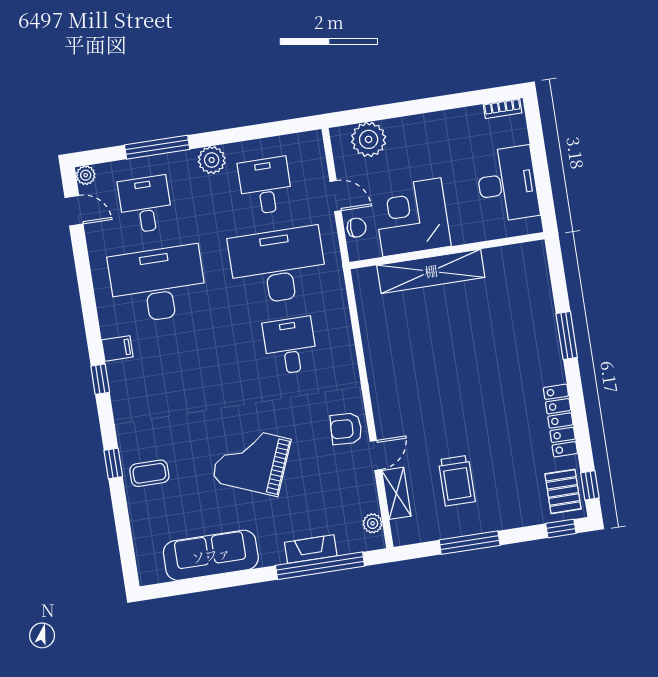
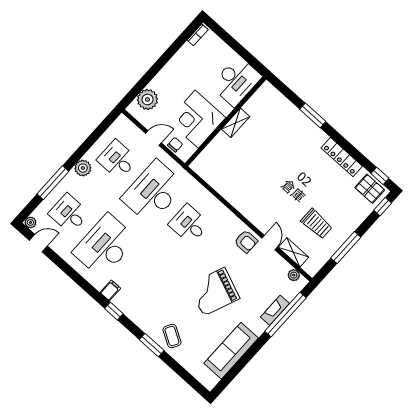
desk: (507, 184) -> (236, 81), moved, turned 90
shelving: (431, 271) -> (236, 123), width x0.45, depth x0.75
armchair: (346, 429) -> (246, 241), turned -93
window: (113, 464) -> (152, 345), width x1.50
coffee table: (149, 473) -> (172, 336), turned -60

